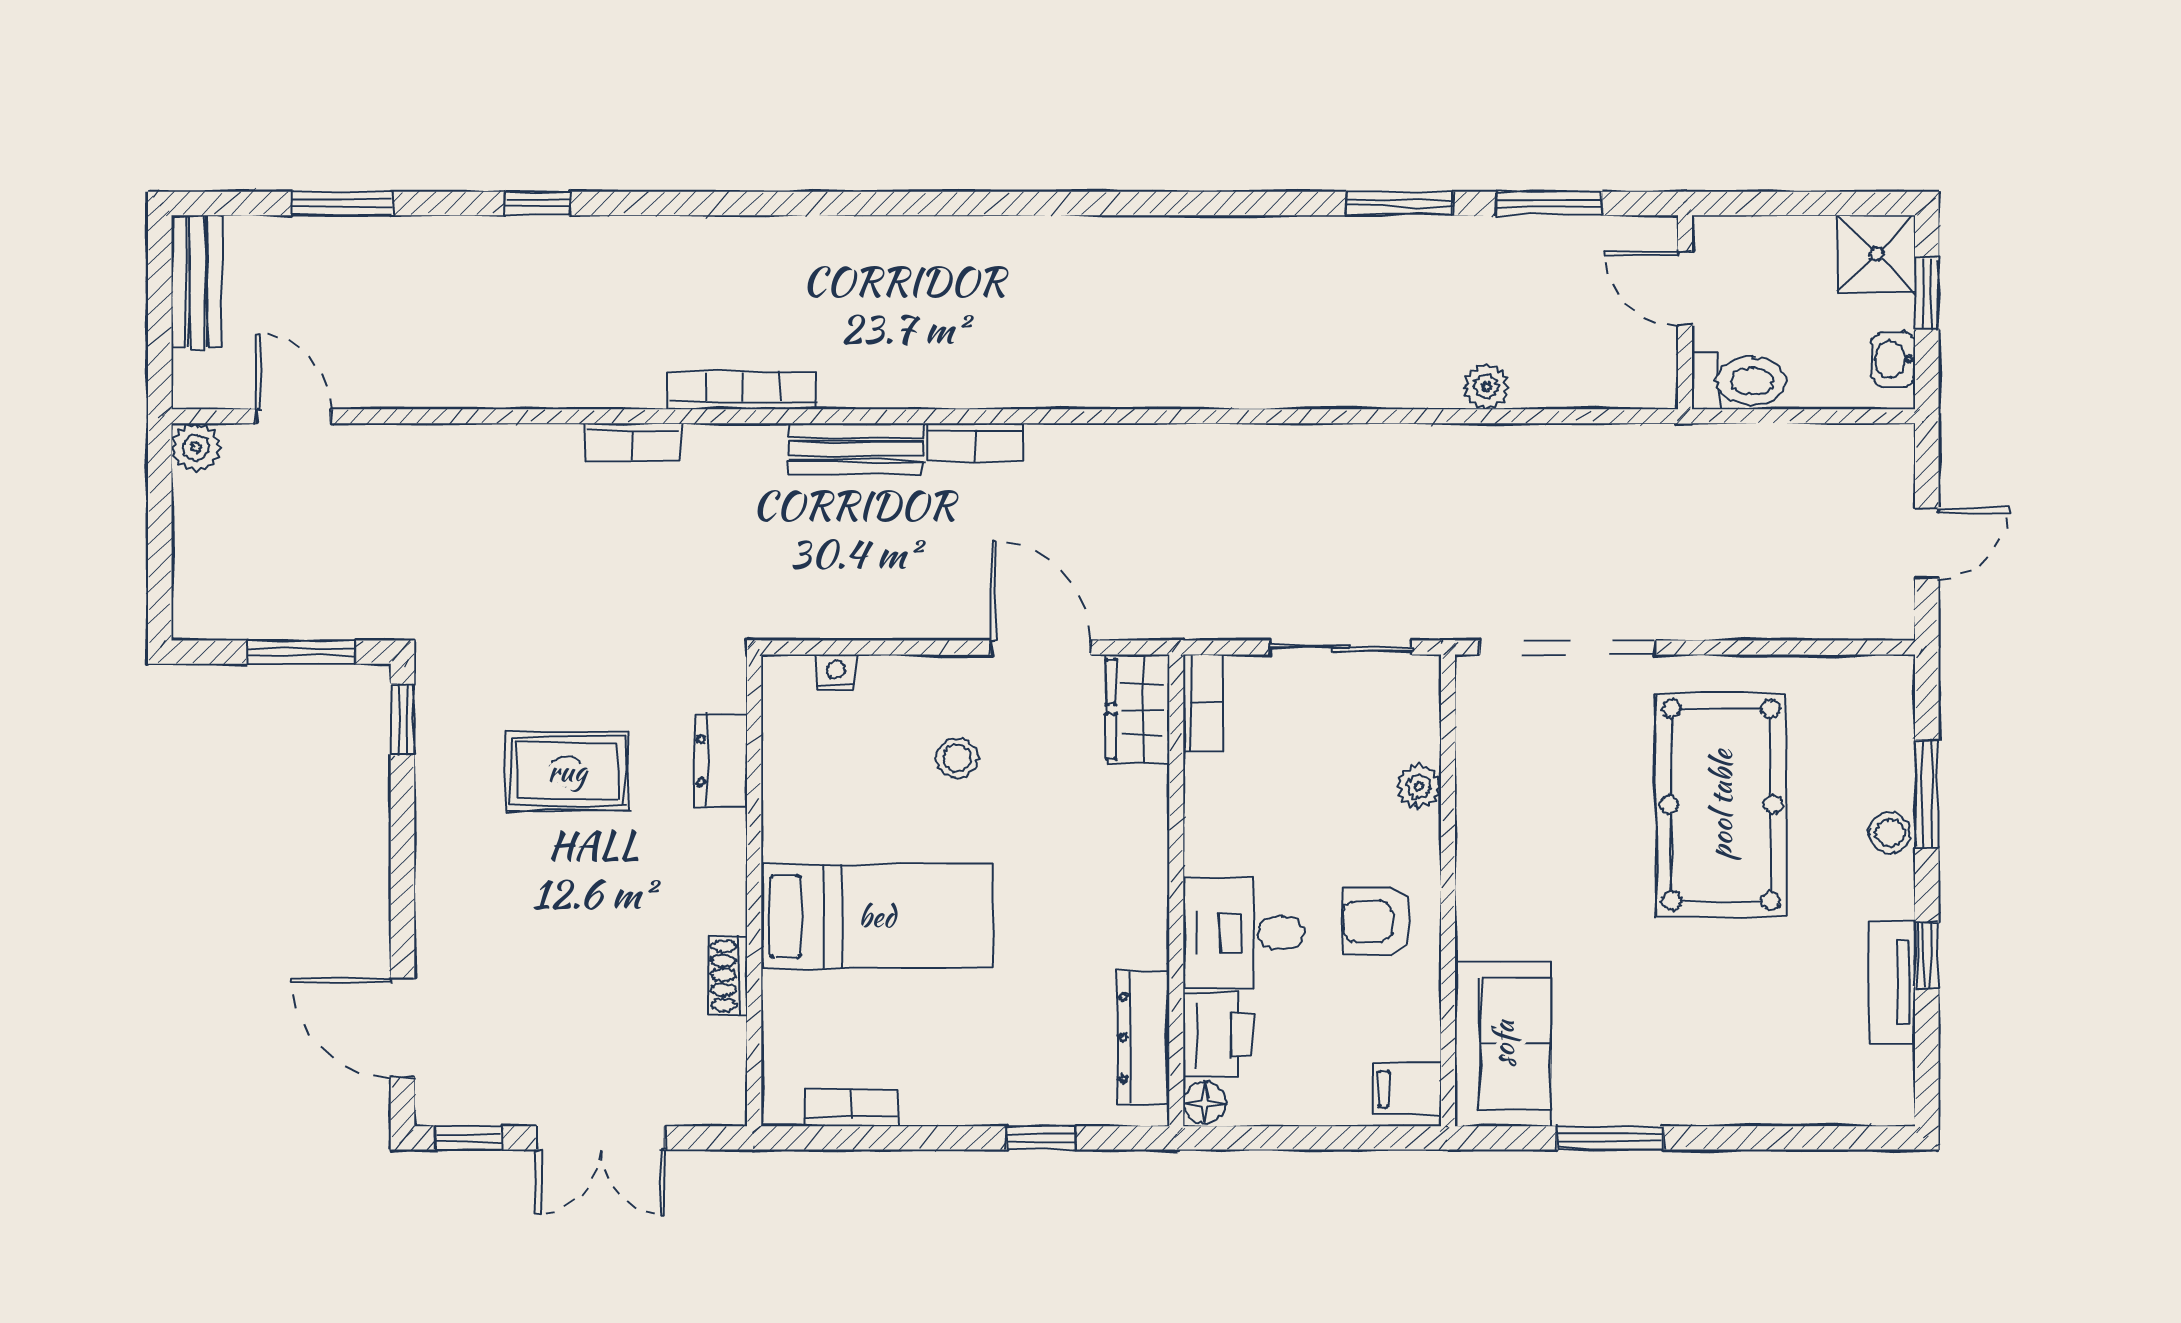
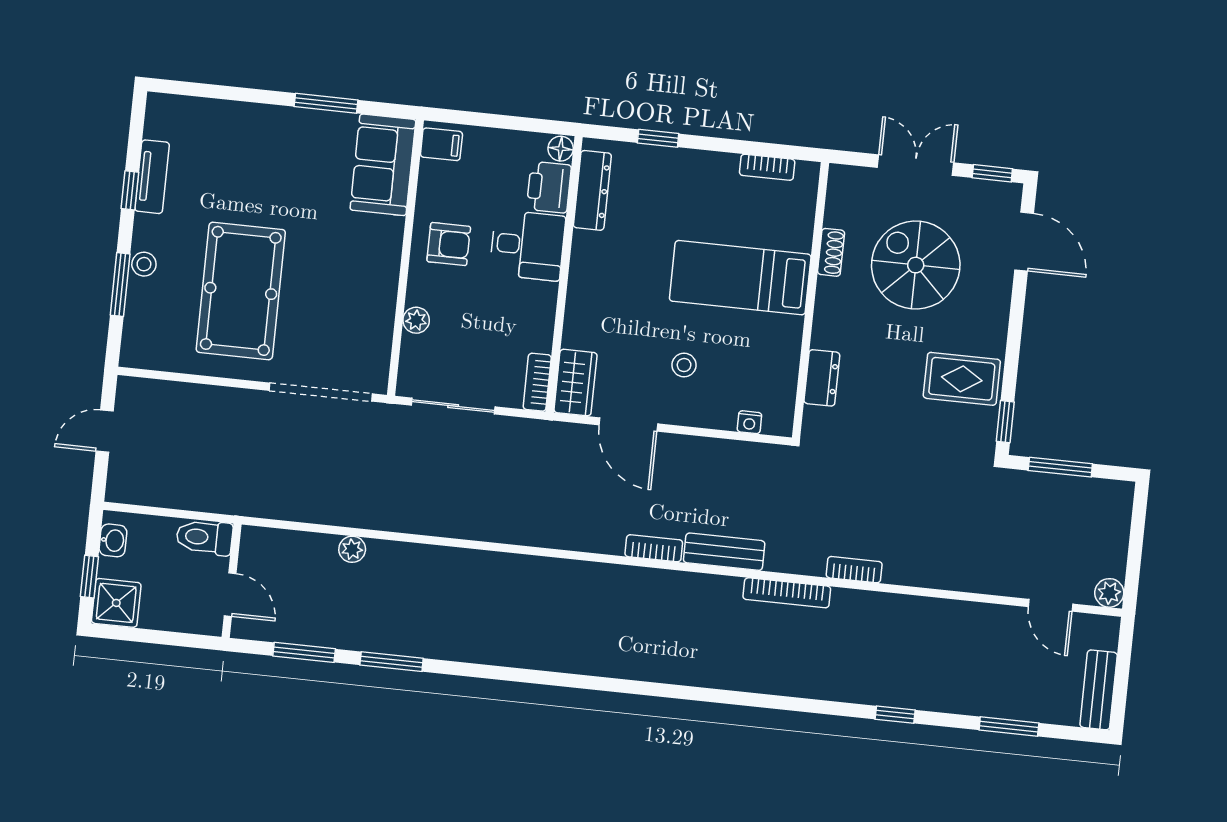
rug: (567, 771) -> (962, 379), moved
spiral stairs: (582, 969) -> (916, 265), added

